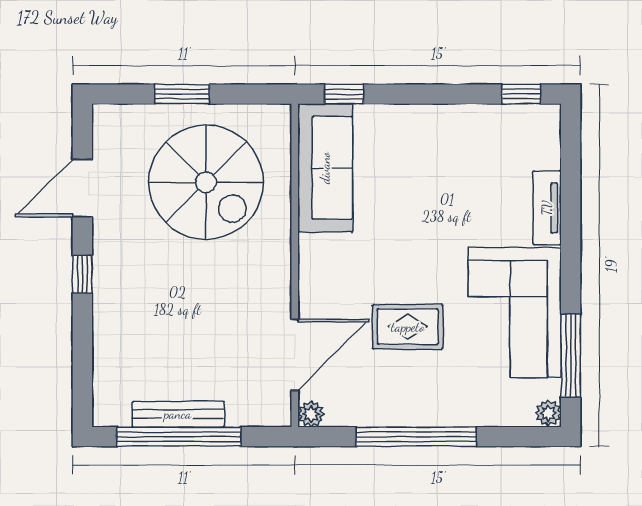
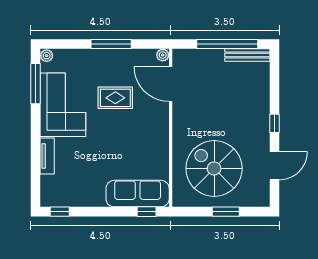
sofa: (325, 168) -> (138, 194), moved, turned 90
door: (295, 355) -> (171, 84), hinge flipped
bench: (178, 414) -> (247, 55), moved
window: (416, 437) -> (111, 44), width x0.68

